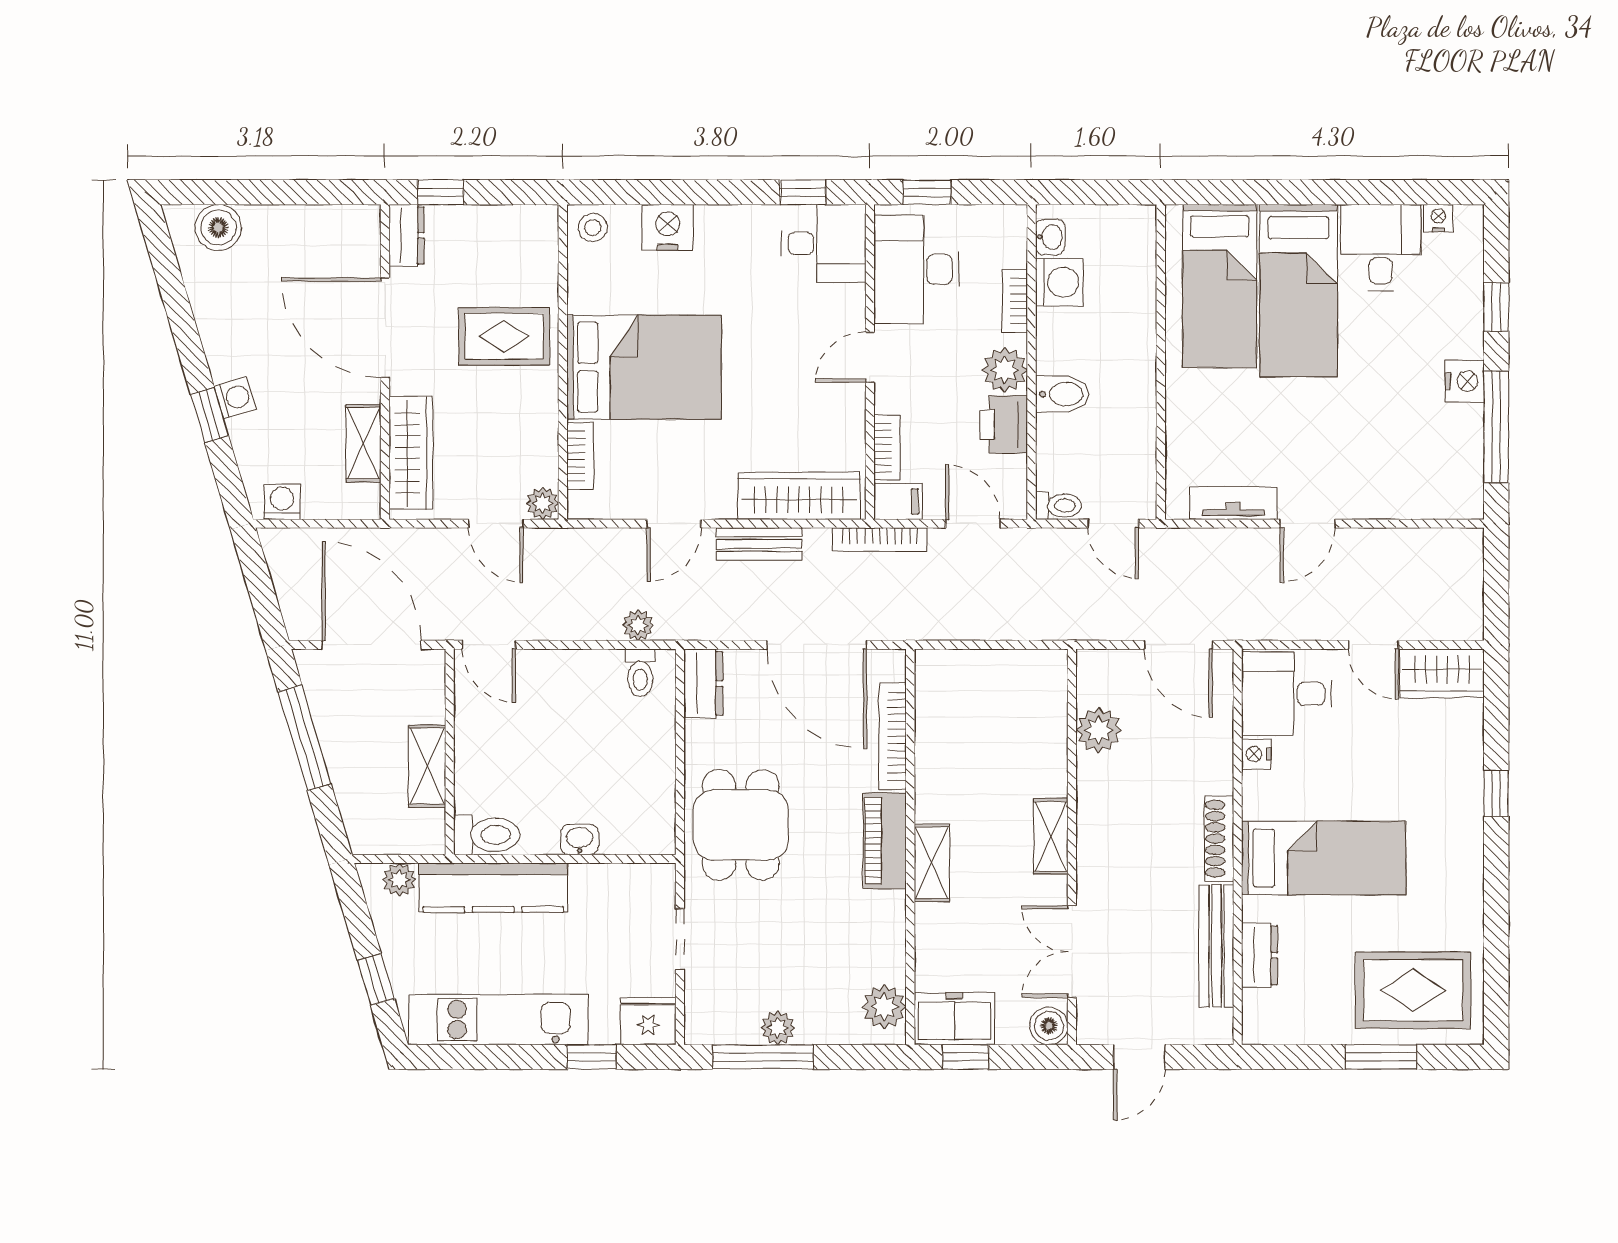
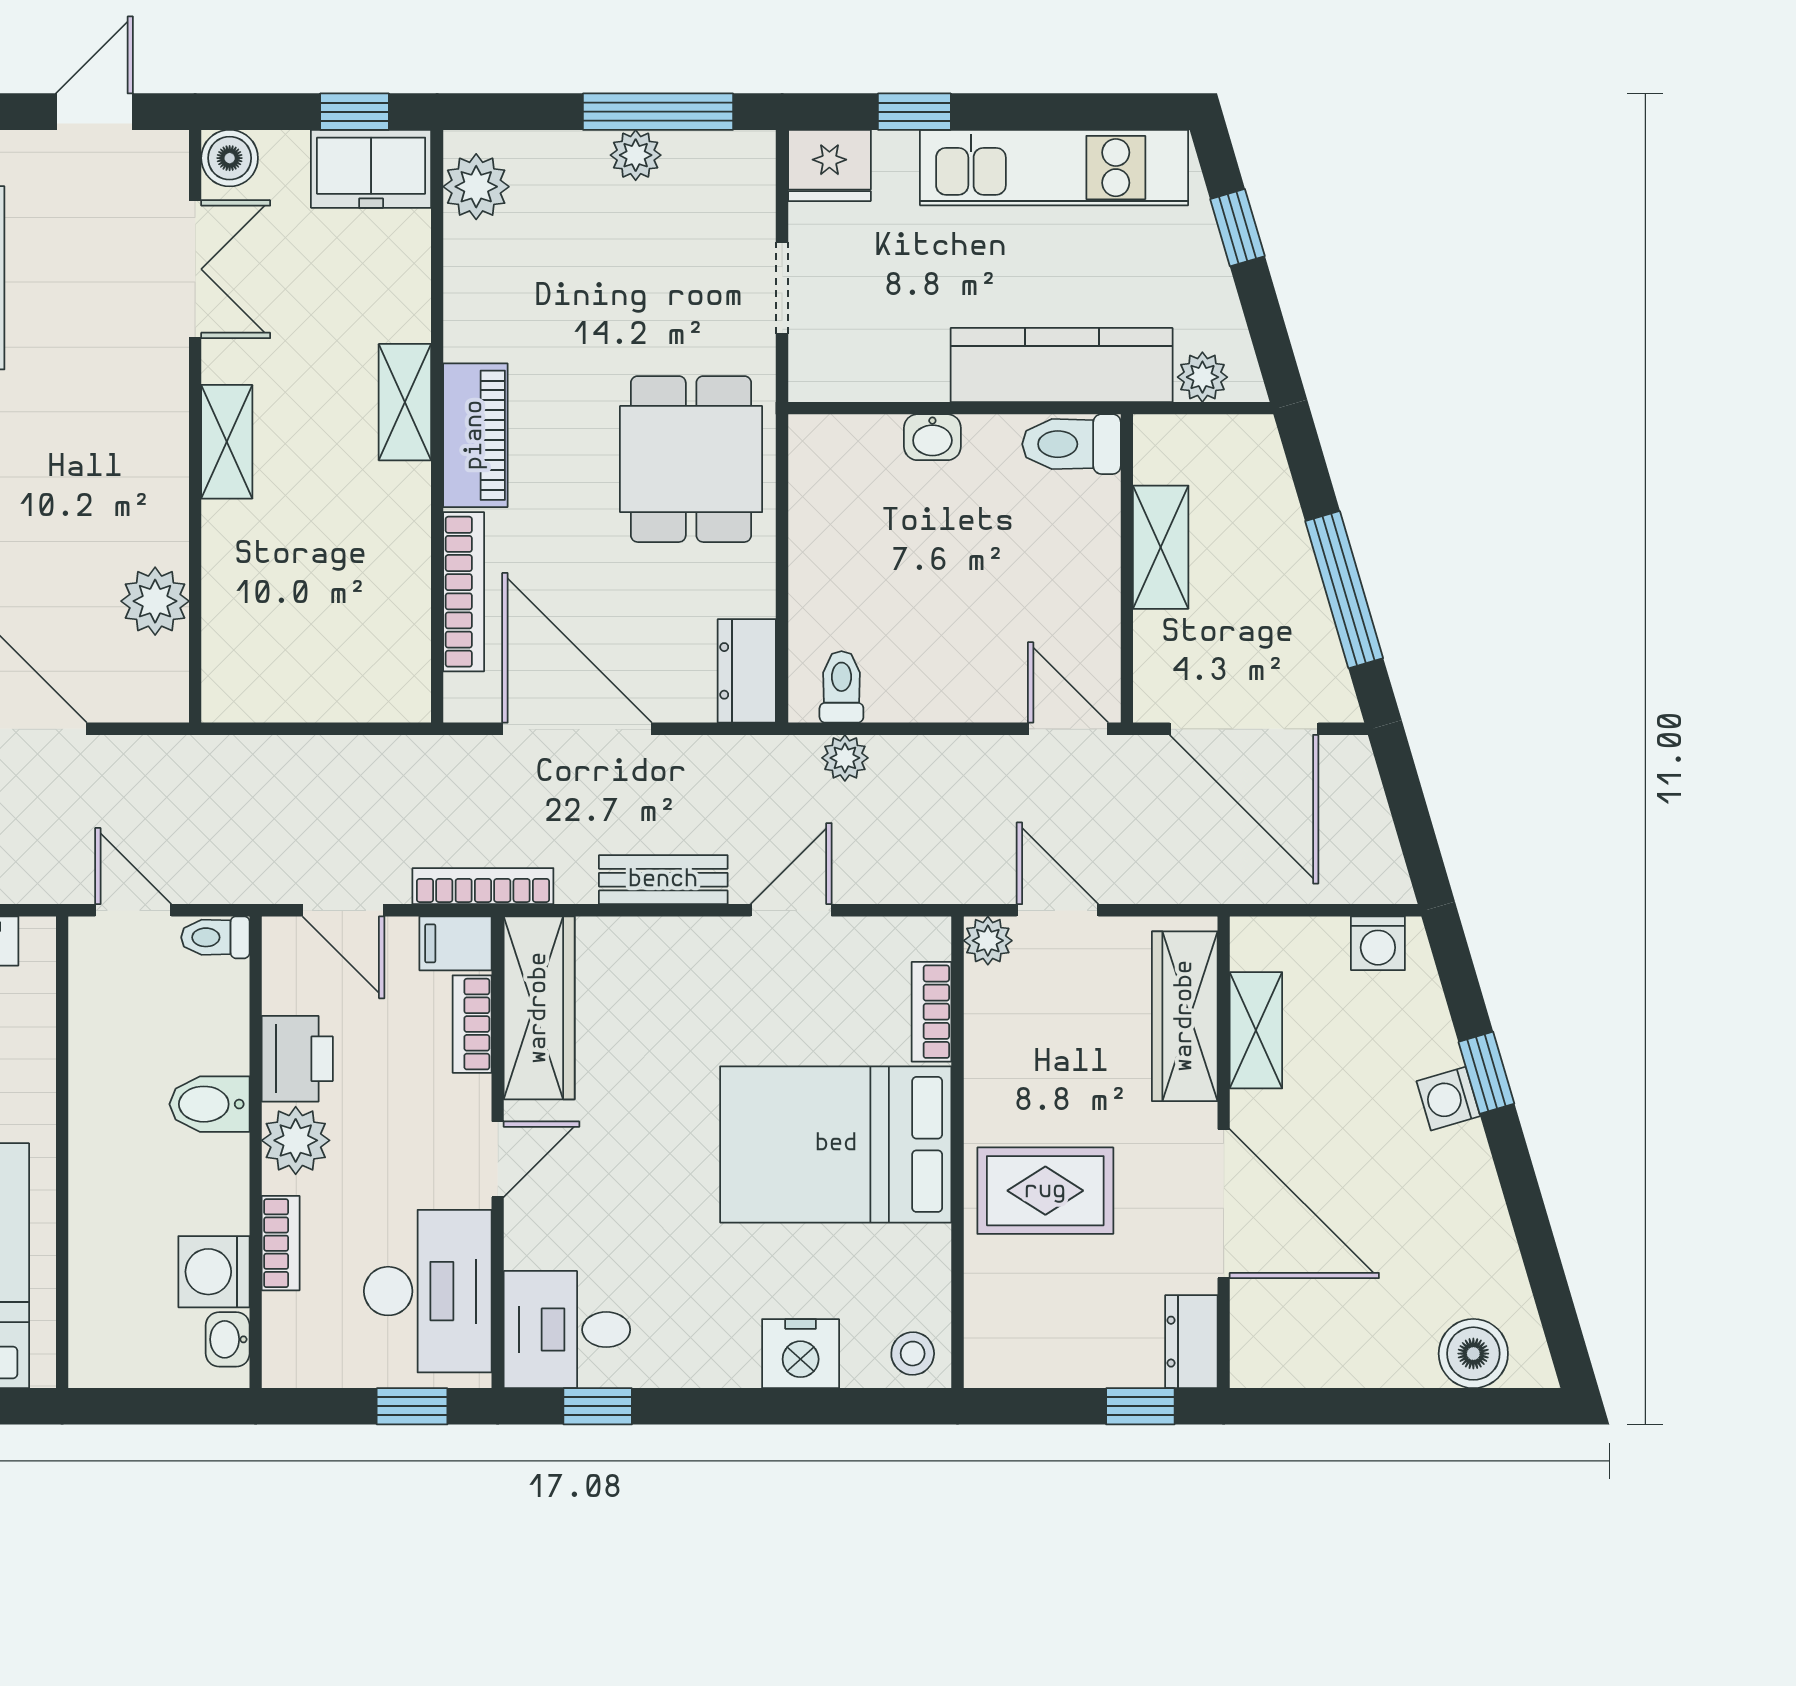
wardrobe: (799, 496) -> (539, 1008), moved, turned -90

